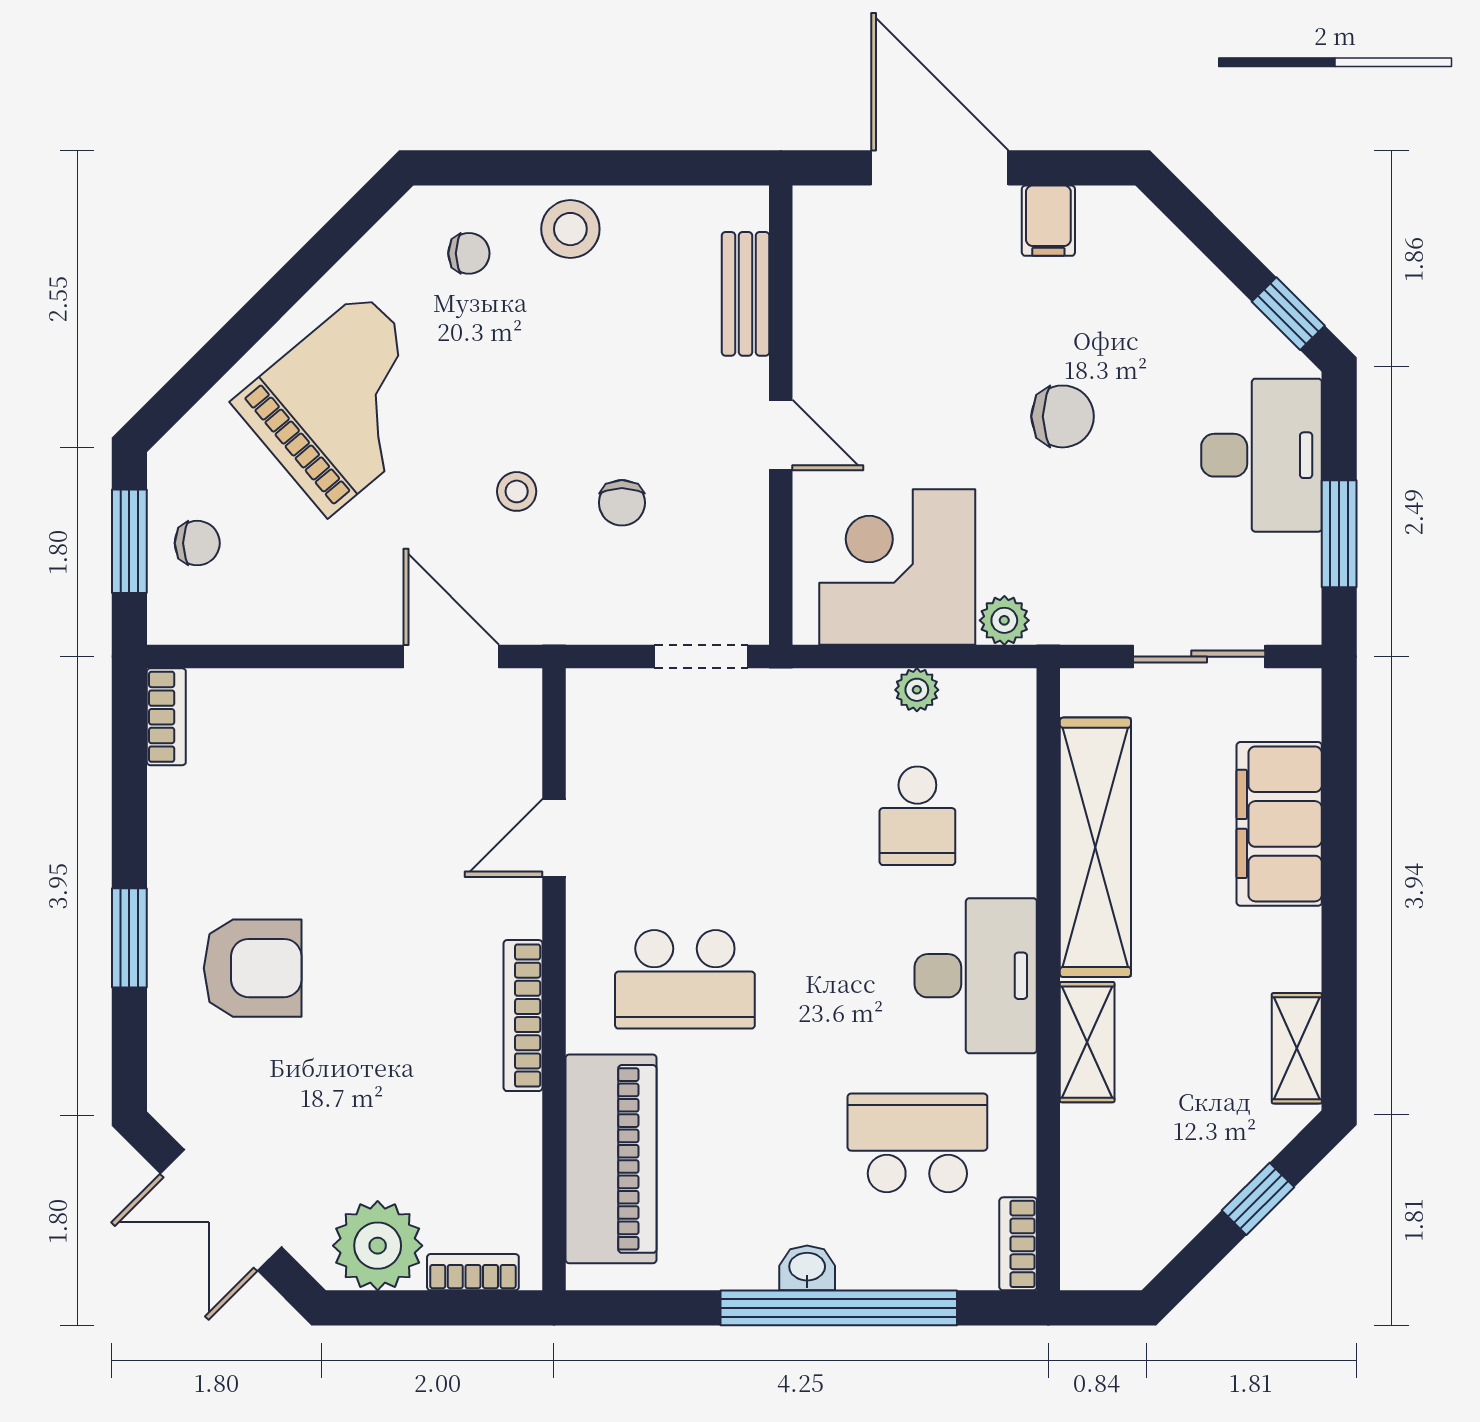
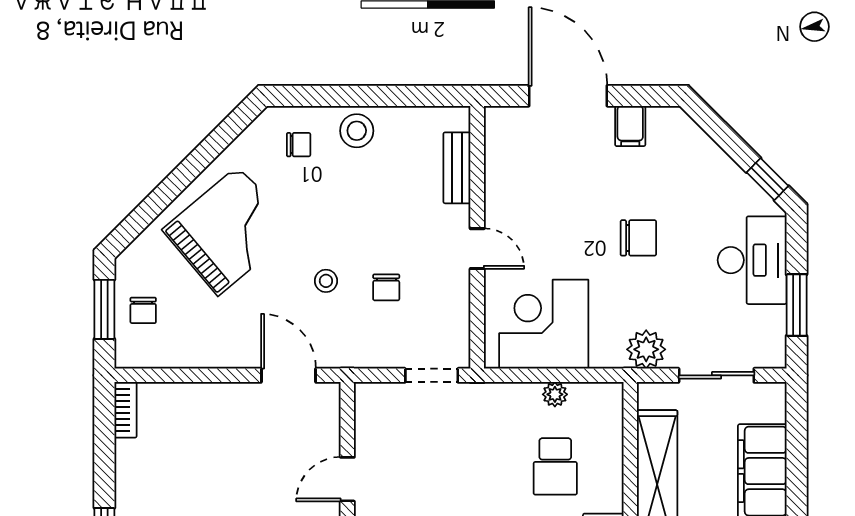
chair: (197, 543) -> (143, 310), turned 90
plant: (1004, 620) -> (646, 349), moved, width x1.38, depth x1.38

